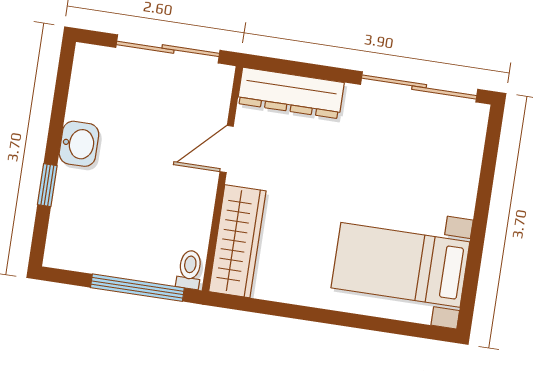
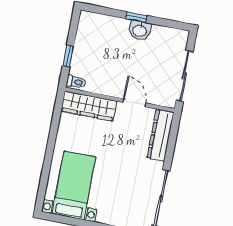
window: (47, 185) -> (136, 17), moved
window: (137, 288) -> (68, 56), width x0.46

